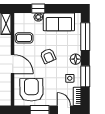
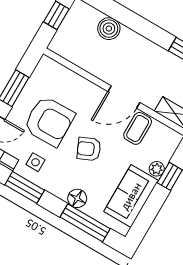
floor lamp: (76, 59) -> (77, 198), moved
door: (13, 64) -> (124, 97), moved
armchair: (31, 90) -> (49, 121), moved

